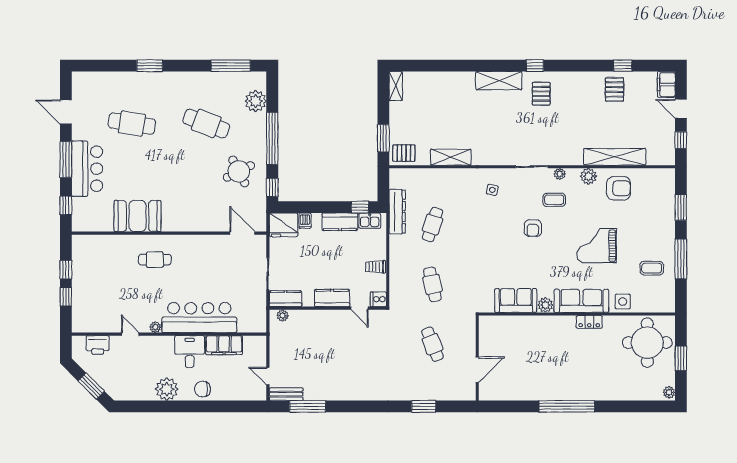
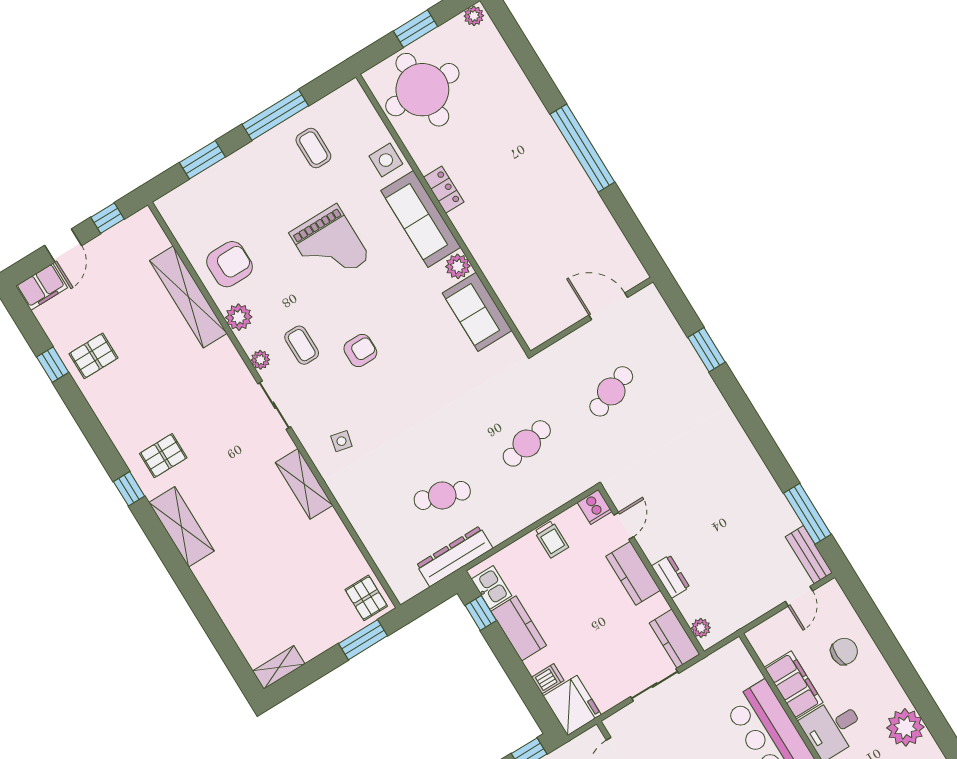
shelving: (451, 157) -> (304, 484), moved
armchair: (619, 188) -> (229, 264), turned 90
dresser: (319, 316) -> (671, 577), added
chair: (203, 389) -> (844, 651), moved, turned -93

